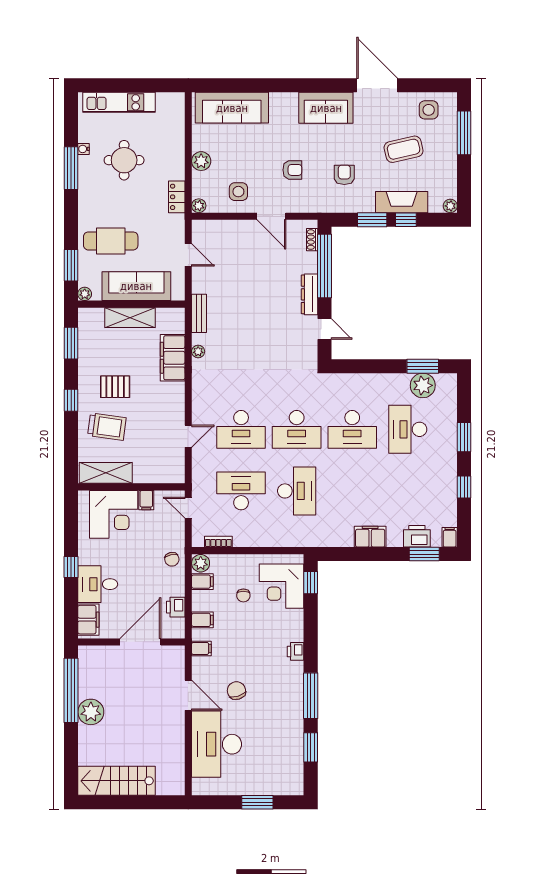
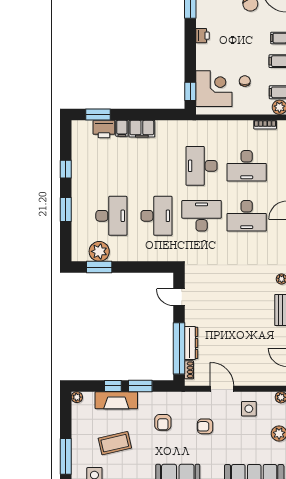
dresser: (309, 294) -> (191, 343), moved
desk: (241, 429) -> (247, 216), turned 180
desk: (352, 429) -> (156, 216), turned 90
filing cabinet: (450, 537) -> (122, 128), moved

